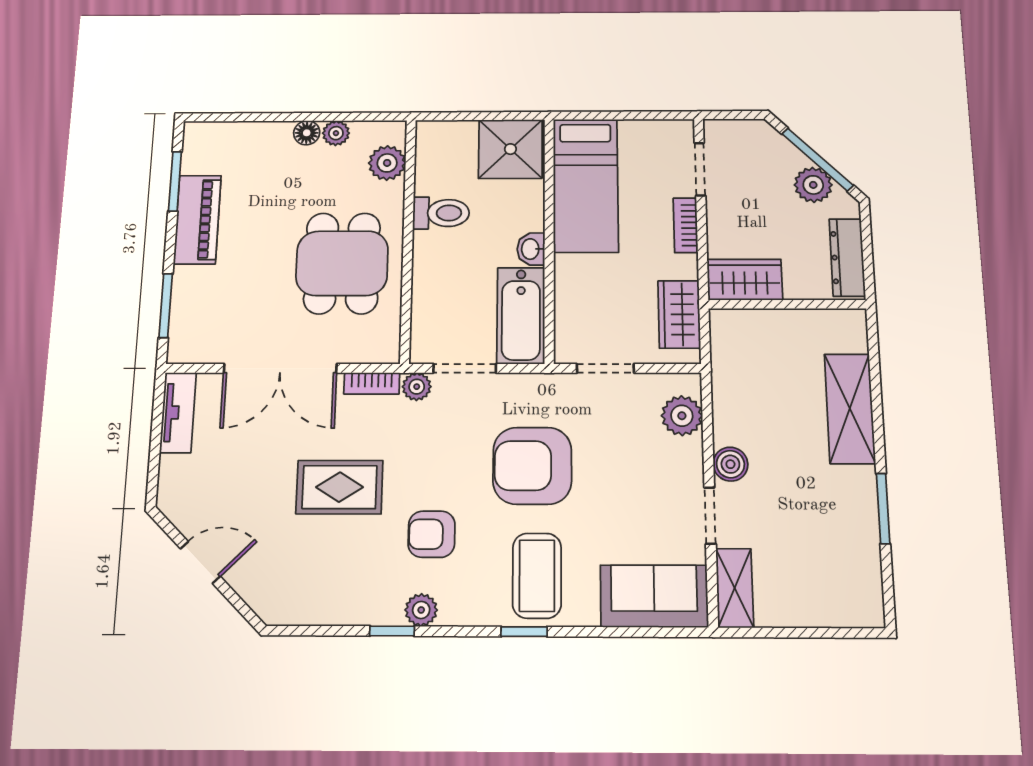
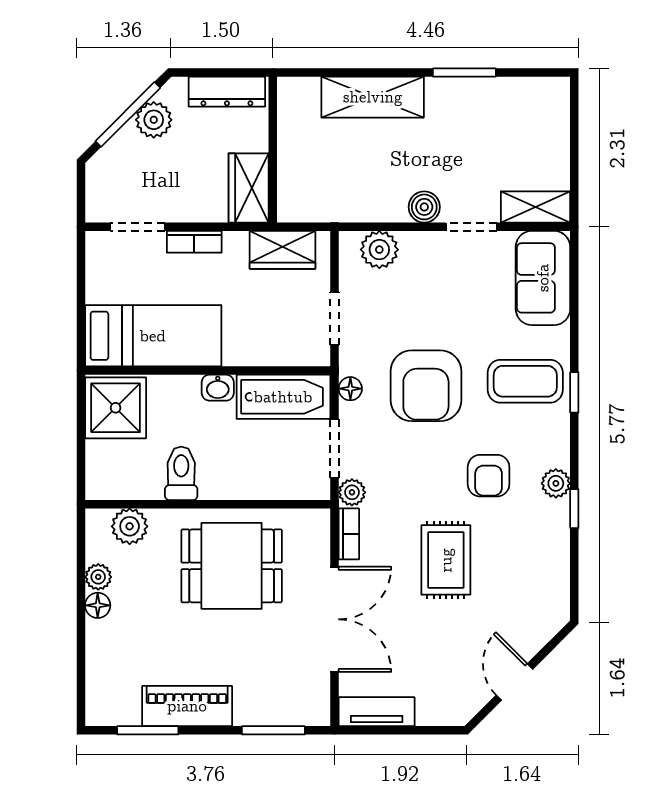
floor lamp: (529, 385) -> (350, 389), added

